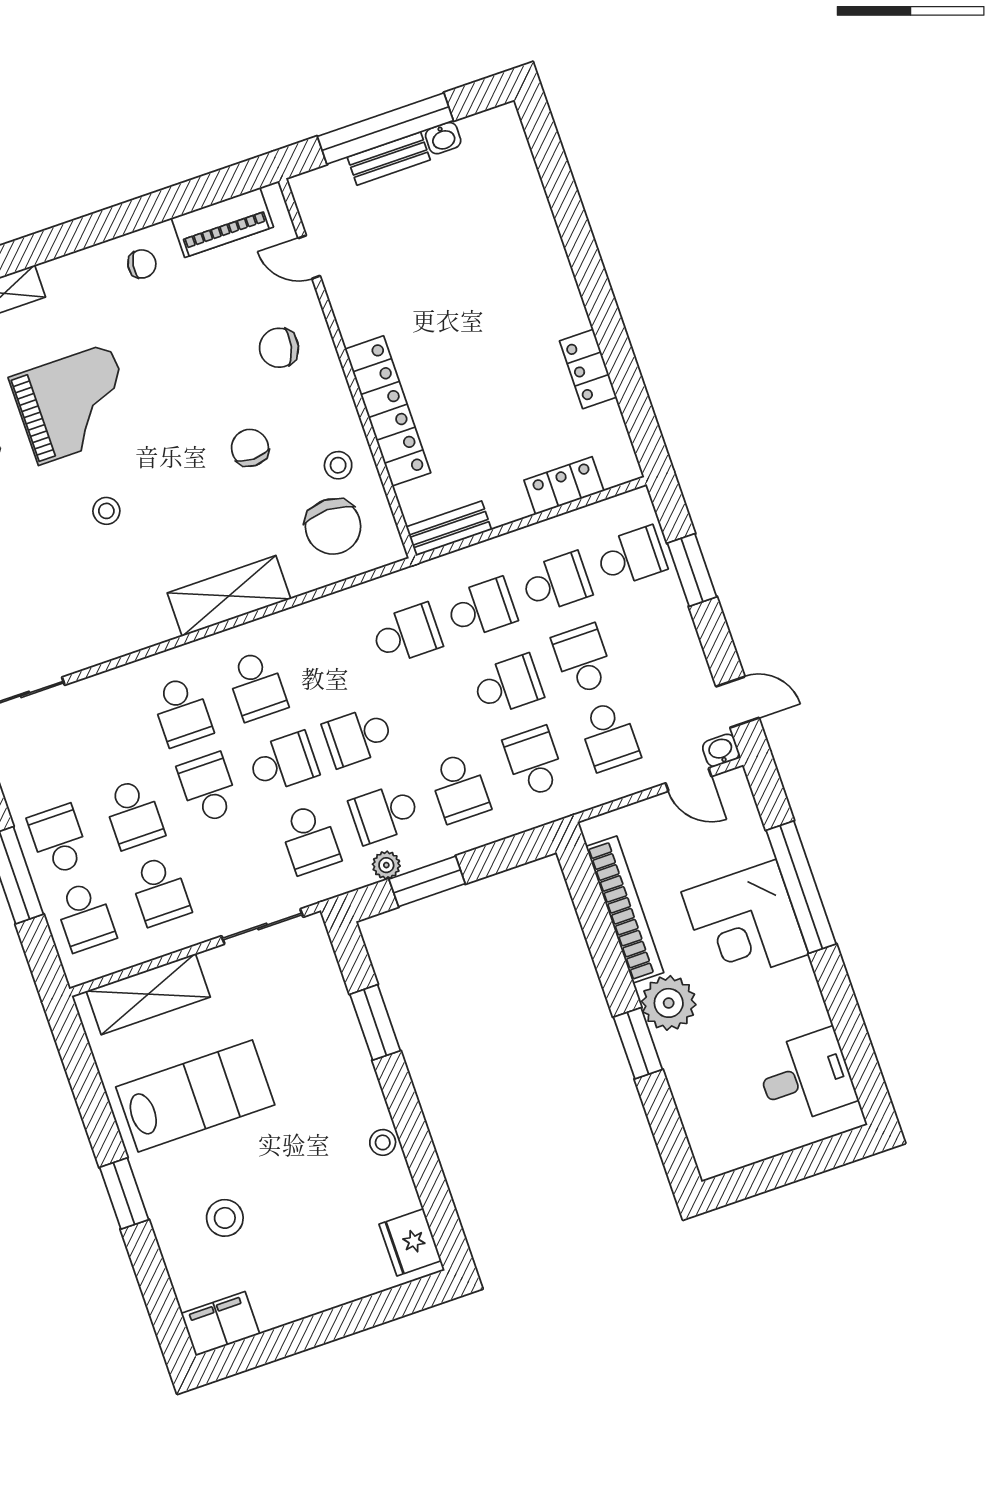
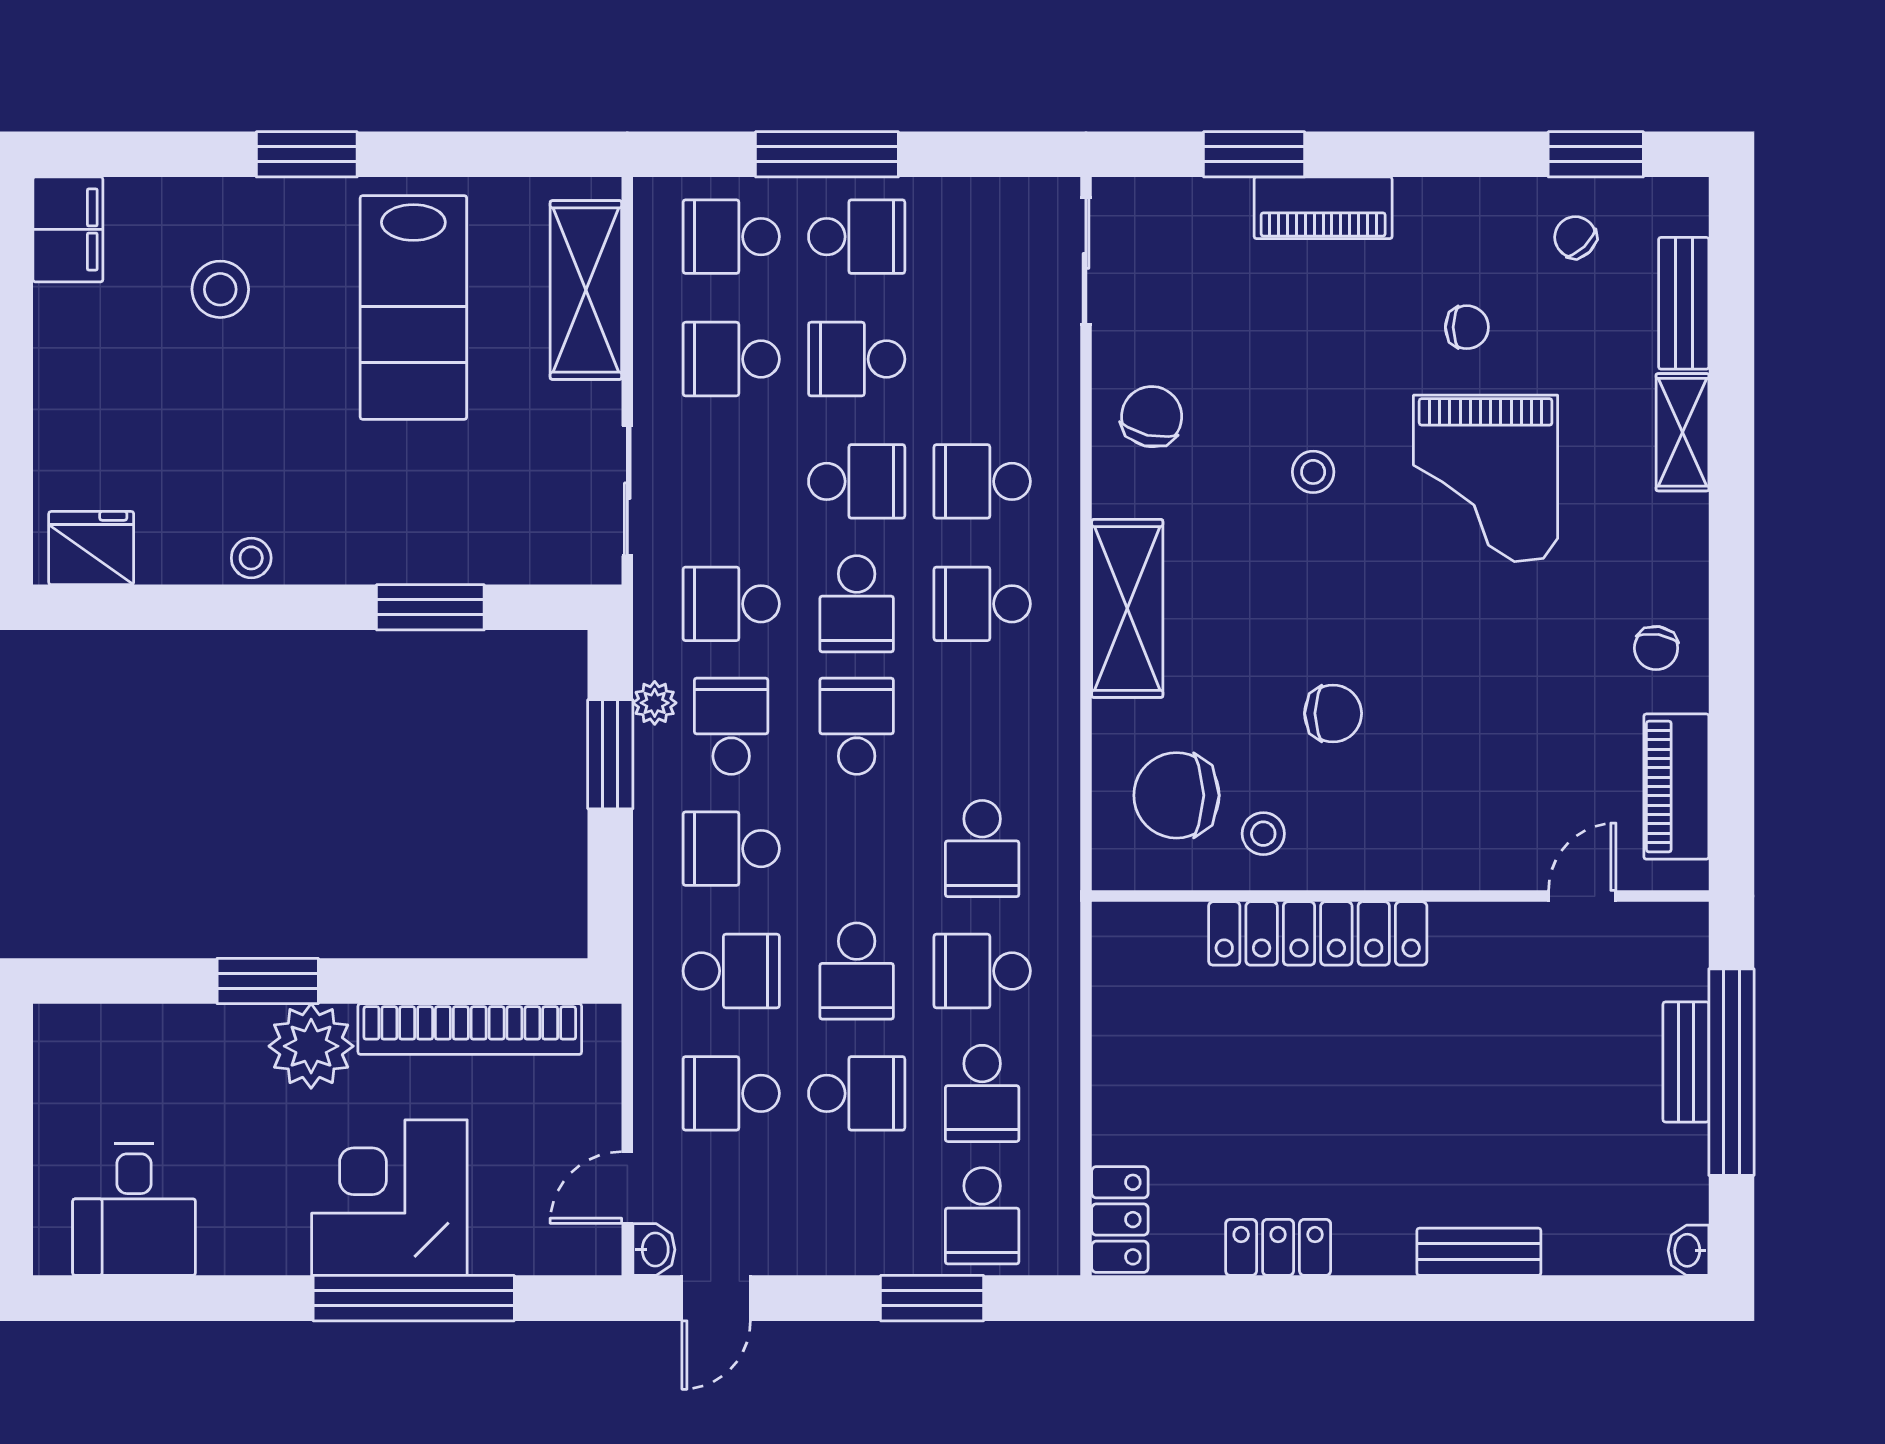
washbasin: (443, 138) -> (1688, 1250), moved
chair: (279, 348) -> (1152, 417), moved
locker: (564, 486) -> (1120, 1220), moved
bench: (449, 528) -> (1479, 1252), moved, turned 90
school desk: (481, 608) -> (982, 971), turned 90

